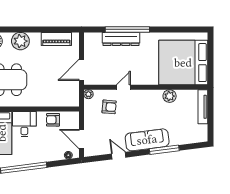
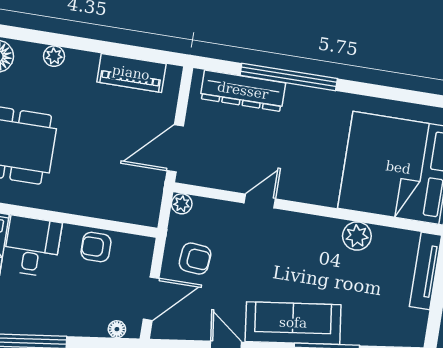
dresser: (121, 39) -> (243, 91), moved
plant: (20, 41) -> (54, 56), width x0.53, depth x0.53
armchair: (109, 107) -> (195, 259), moved
door: (82, 139) -> (151, 299), swing flipped

